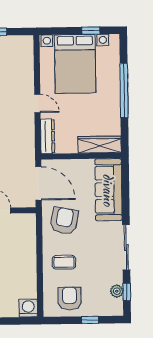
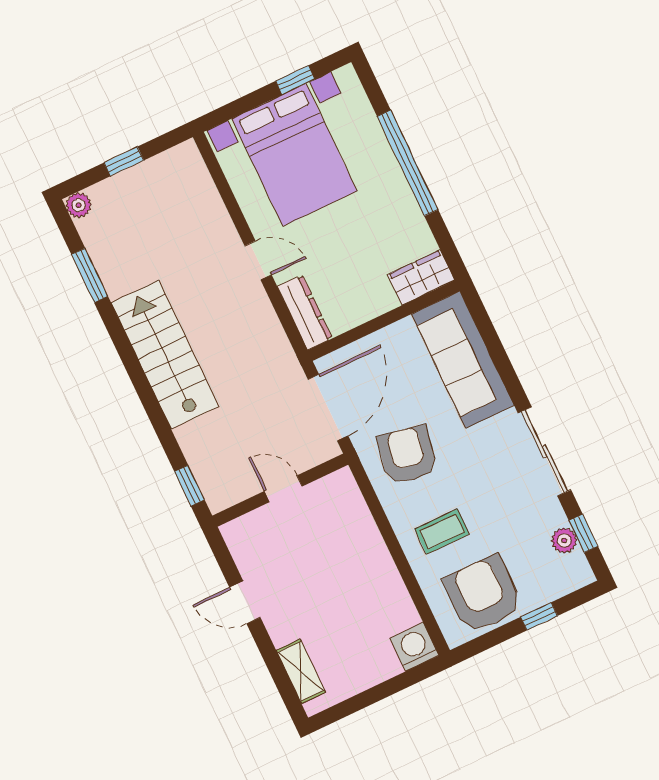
wardrobe: (99, 145) -> (421, 277), width x0.67
door: (38, 183) -> (328, 407), hinge flipped
armchair: (70, 299) -> (483, 594), width x1.36, depth x1.36

